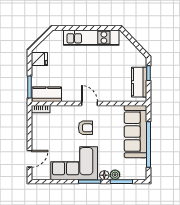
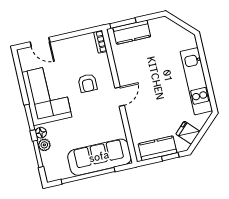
fridge: (39, 59) -> (188, 133), moved, turned 136
kitchen counter: (47, 94) -> (132, 32), moved, turned 90
armchair: (86, 128) -> (88, 83), moved

